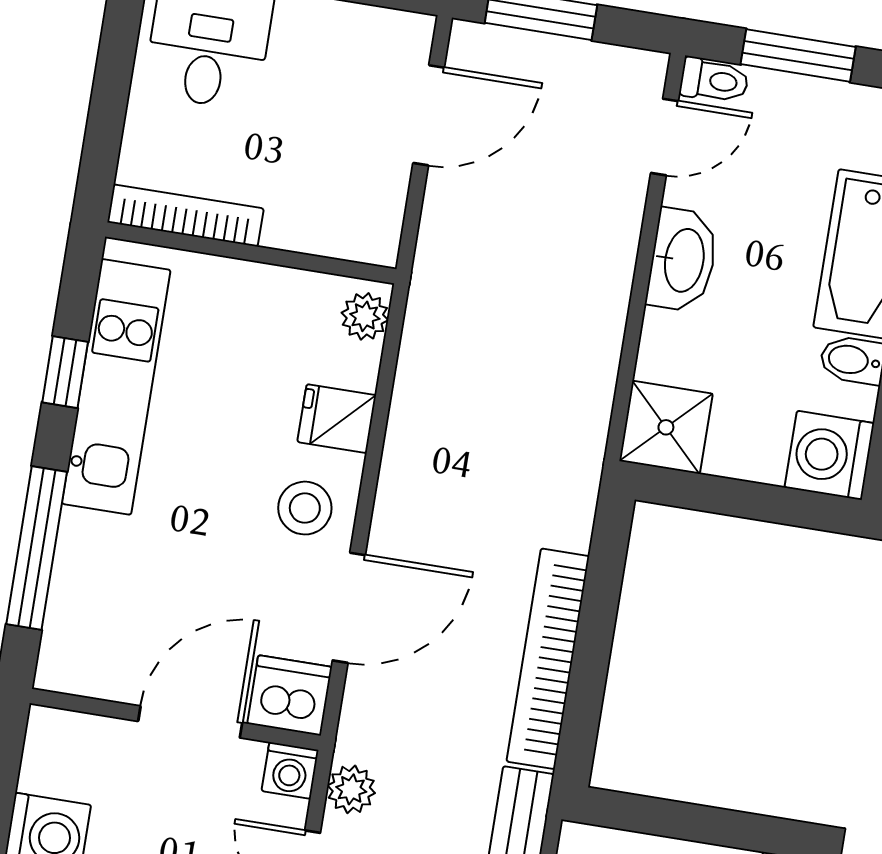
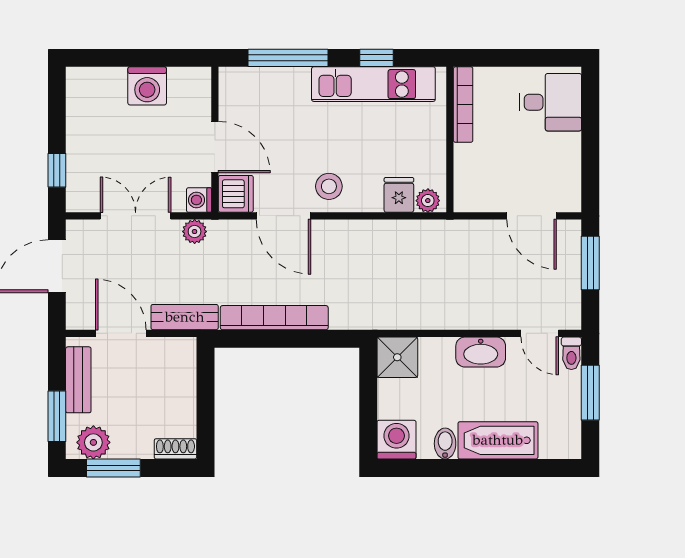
fridge: (337, 419) -> (399, 195), moved

